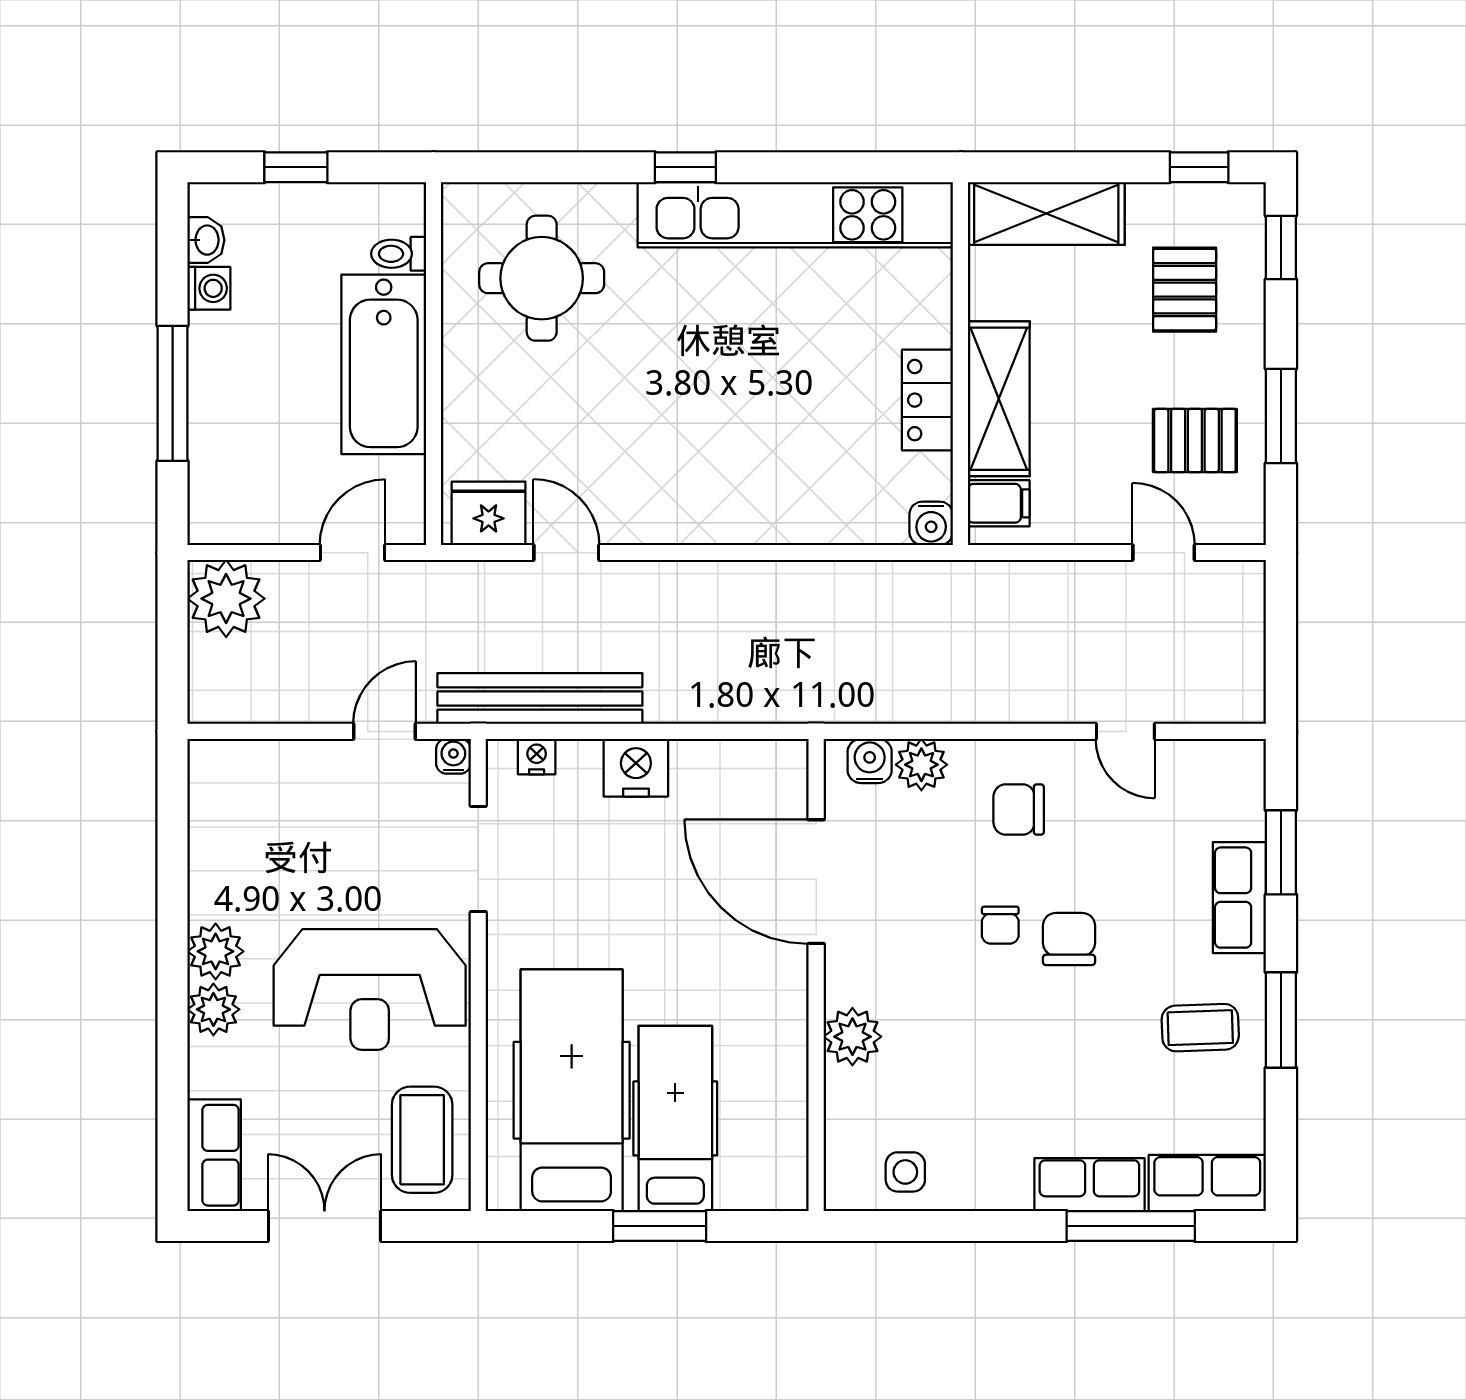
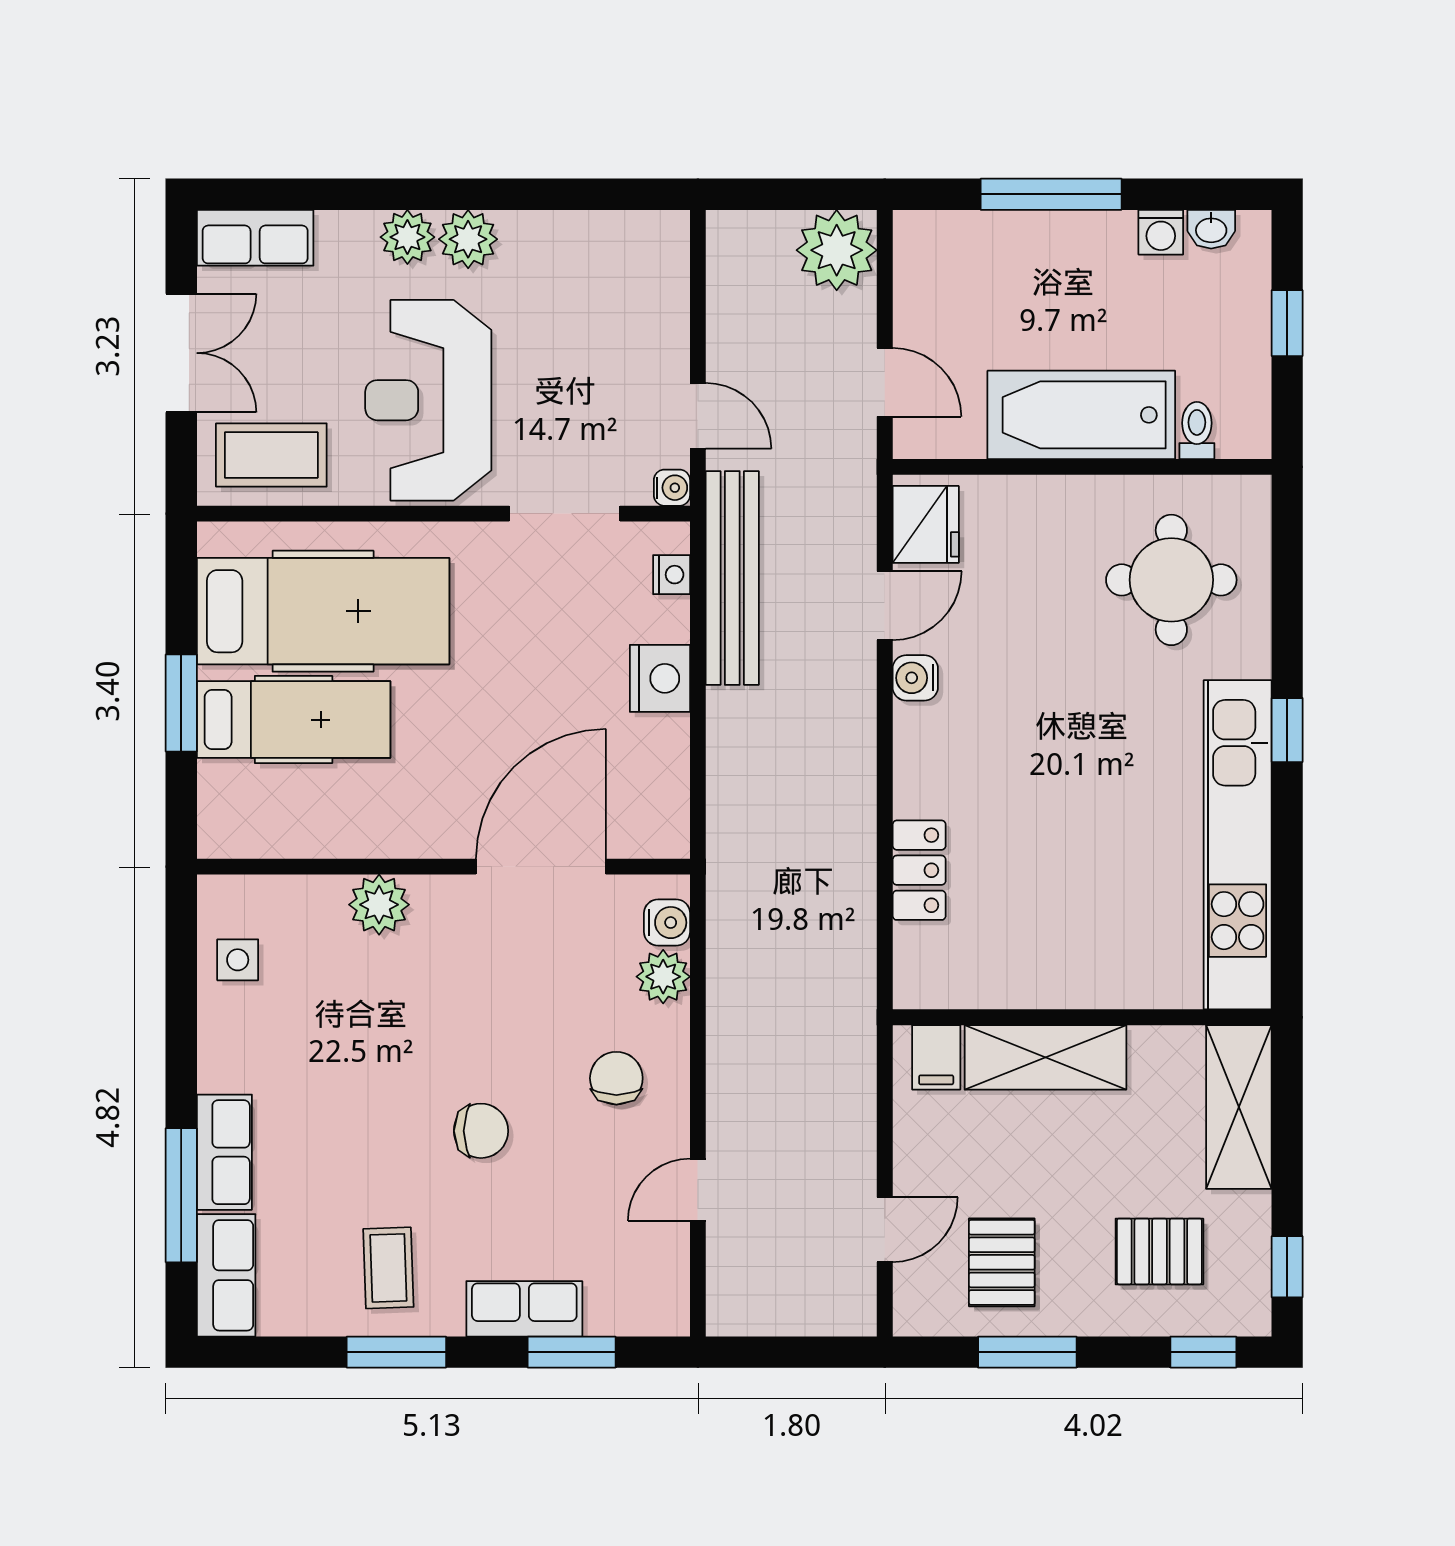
locker: (927, 400) -> (919, 870), moved, turned 90
water cooler: (931, 523) -> (915, 678), moved
chair: (1000, 925) -> (495, 1059), removed

